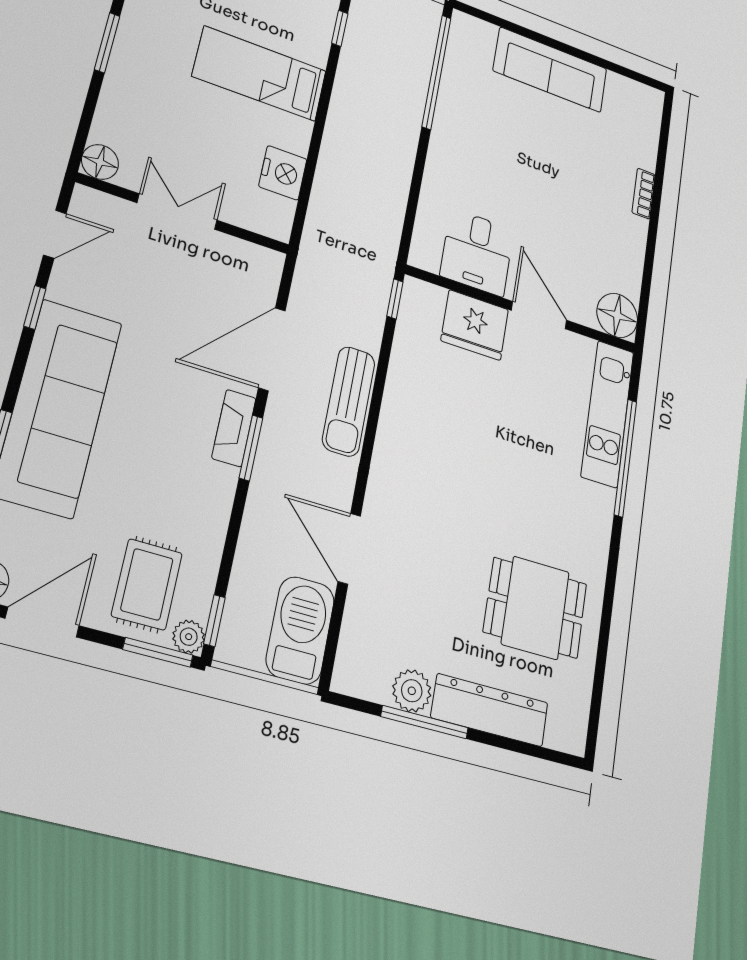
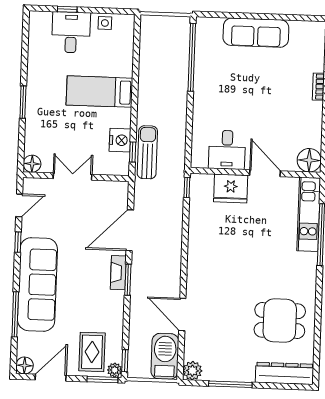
window: (340, 28) -> (133, 152), moved
sun lounger: (349, 401) -> (147, 152), moved, turned 180
plant: (412, 691) -> (192, 371), moved
dresser: (490, 710) -> (284, 373), moved

